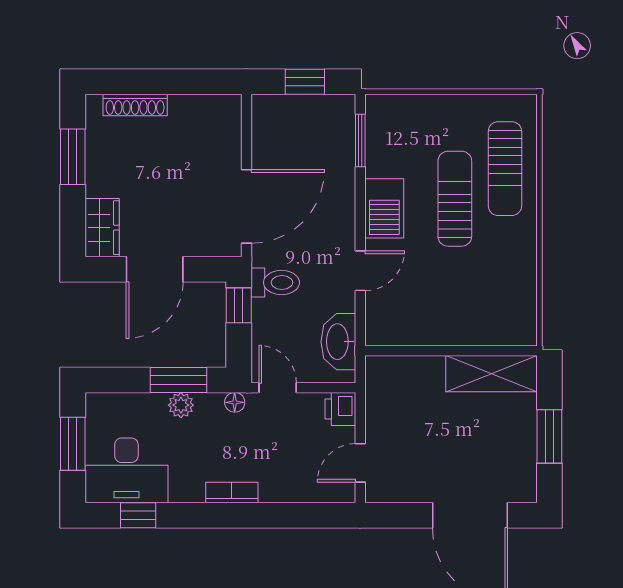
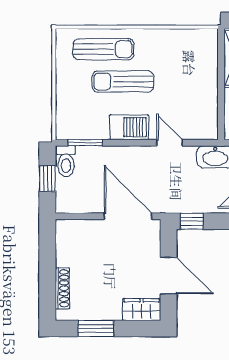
toilet: (275, 283) -> (66, 161), moved, turned 180

